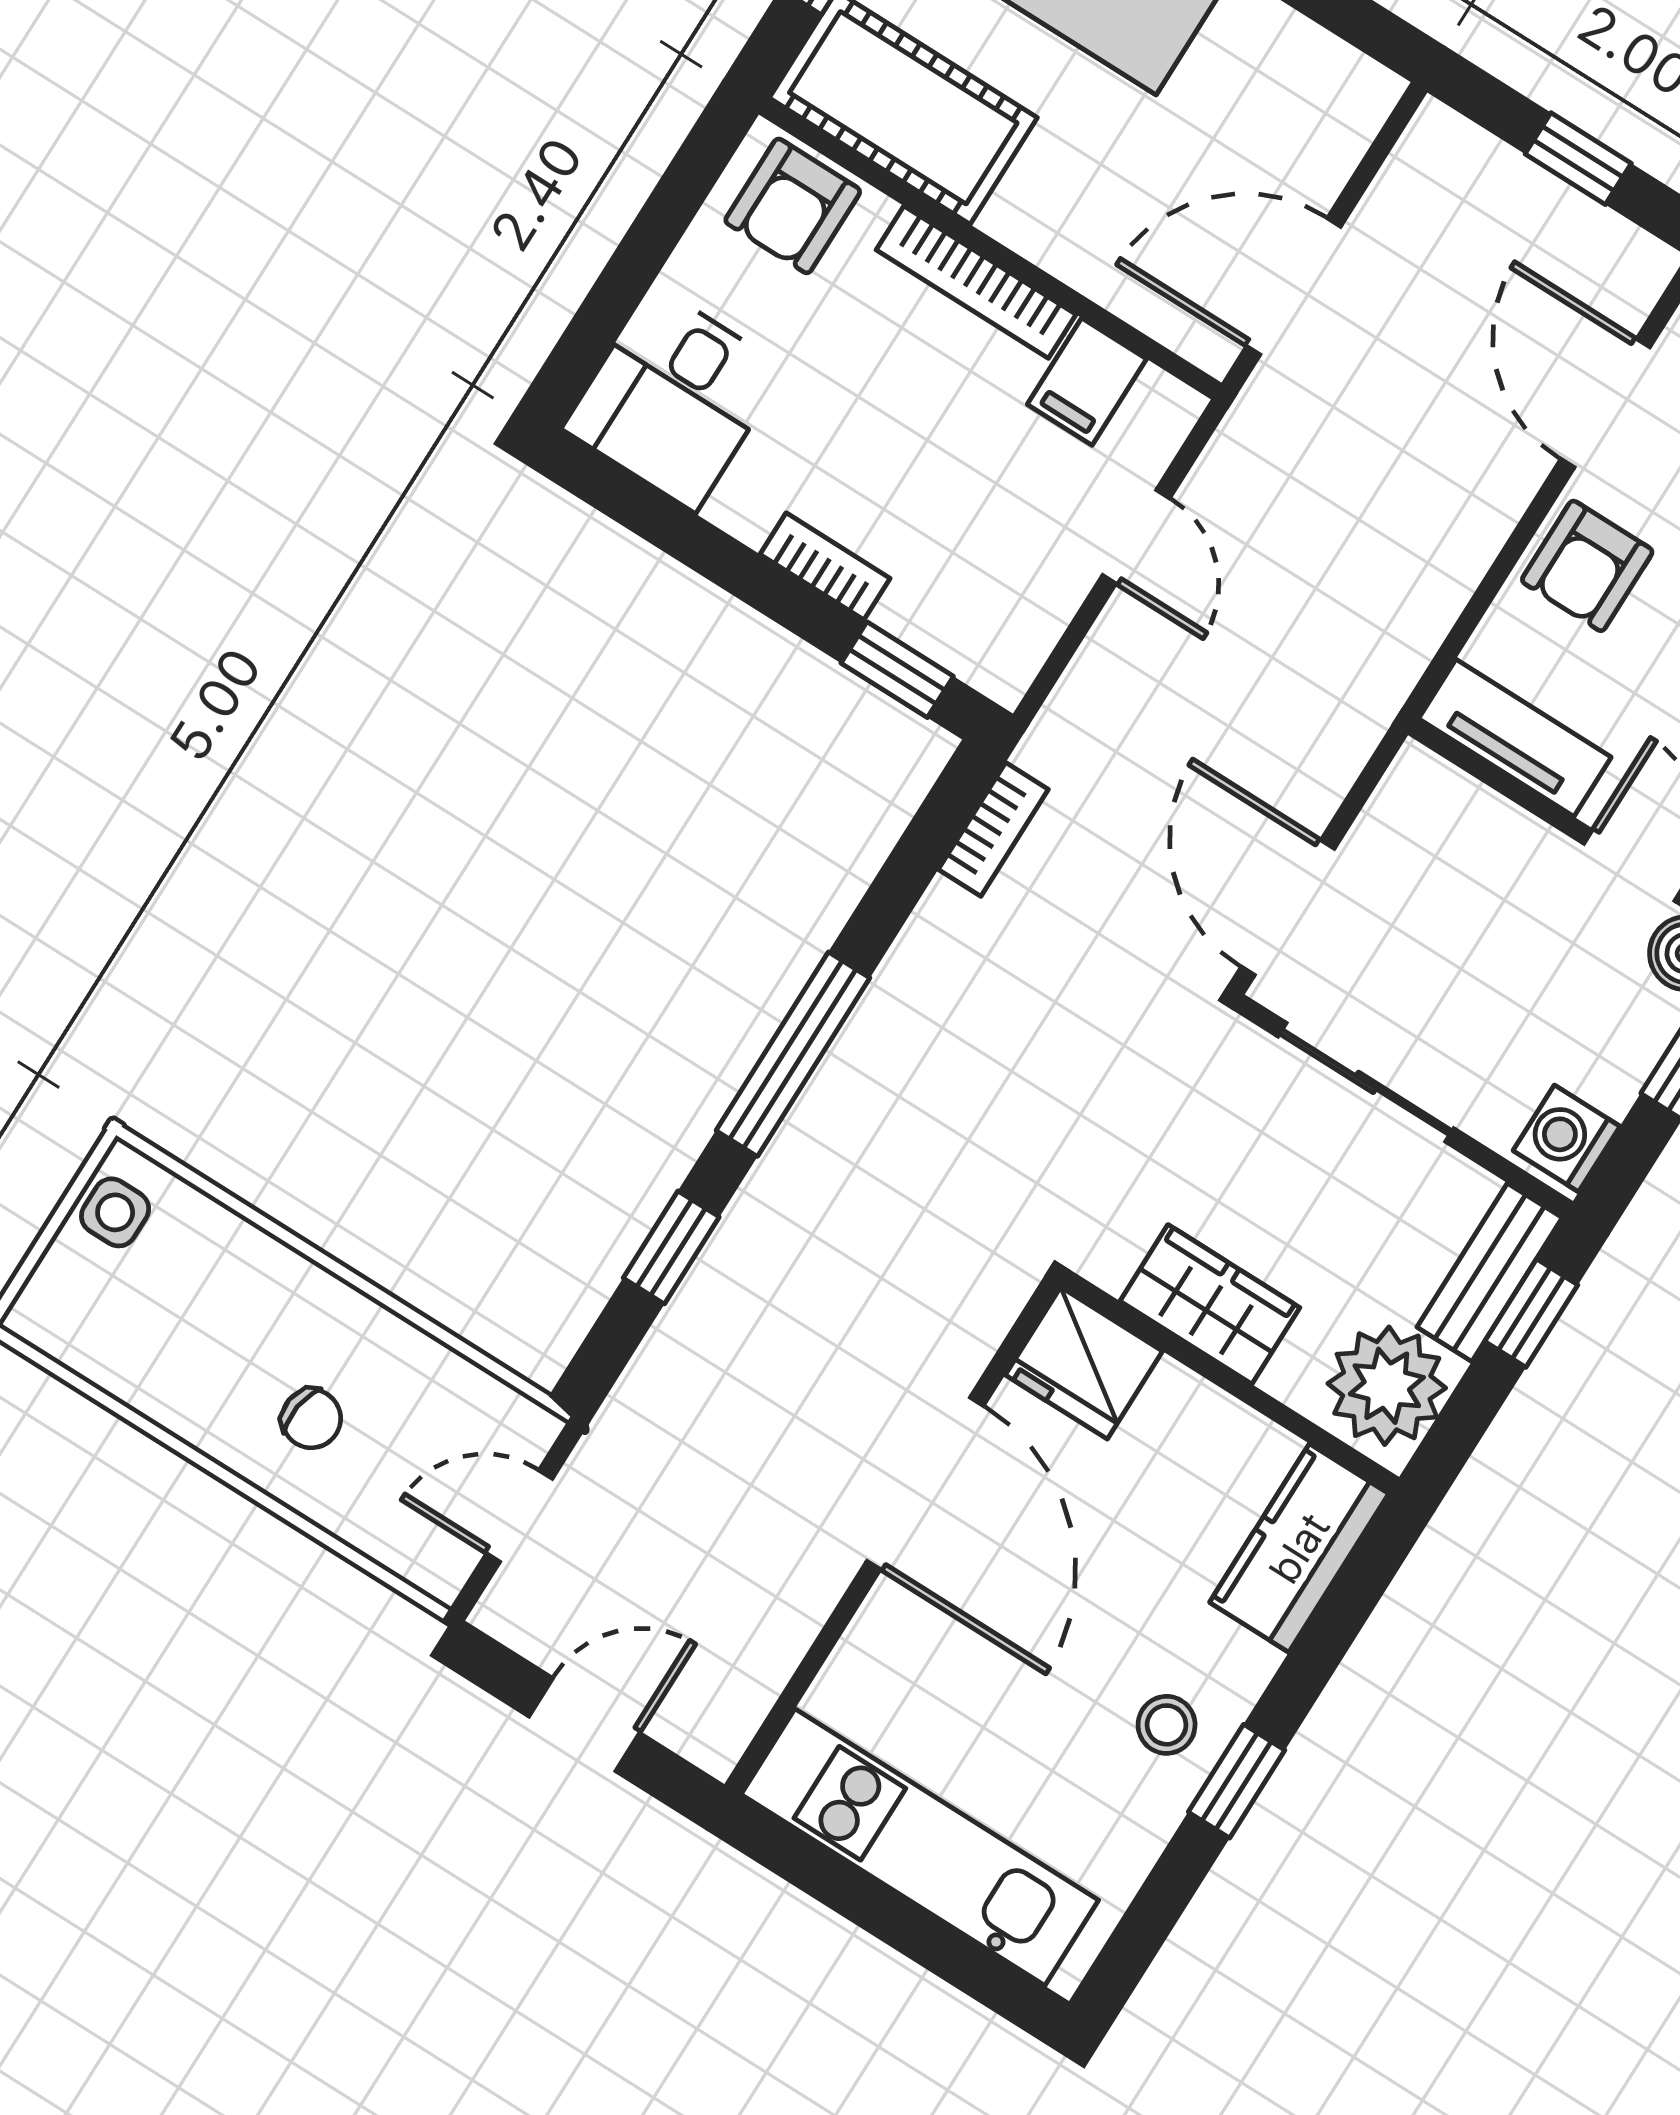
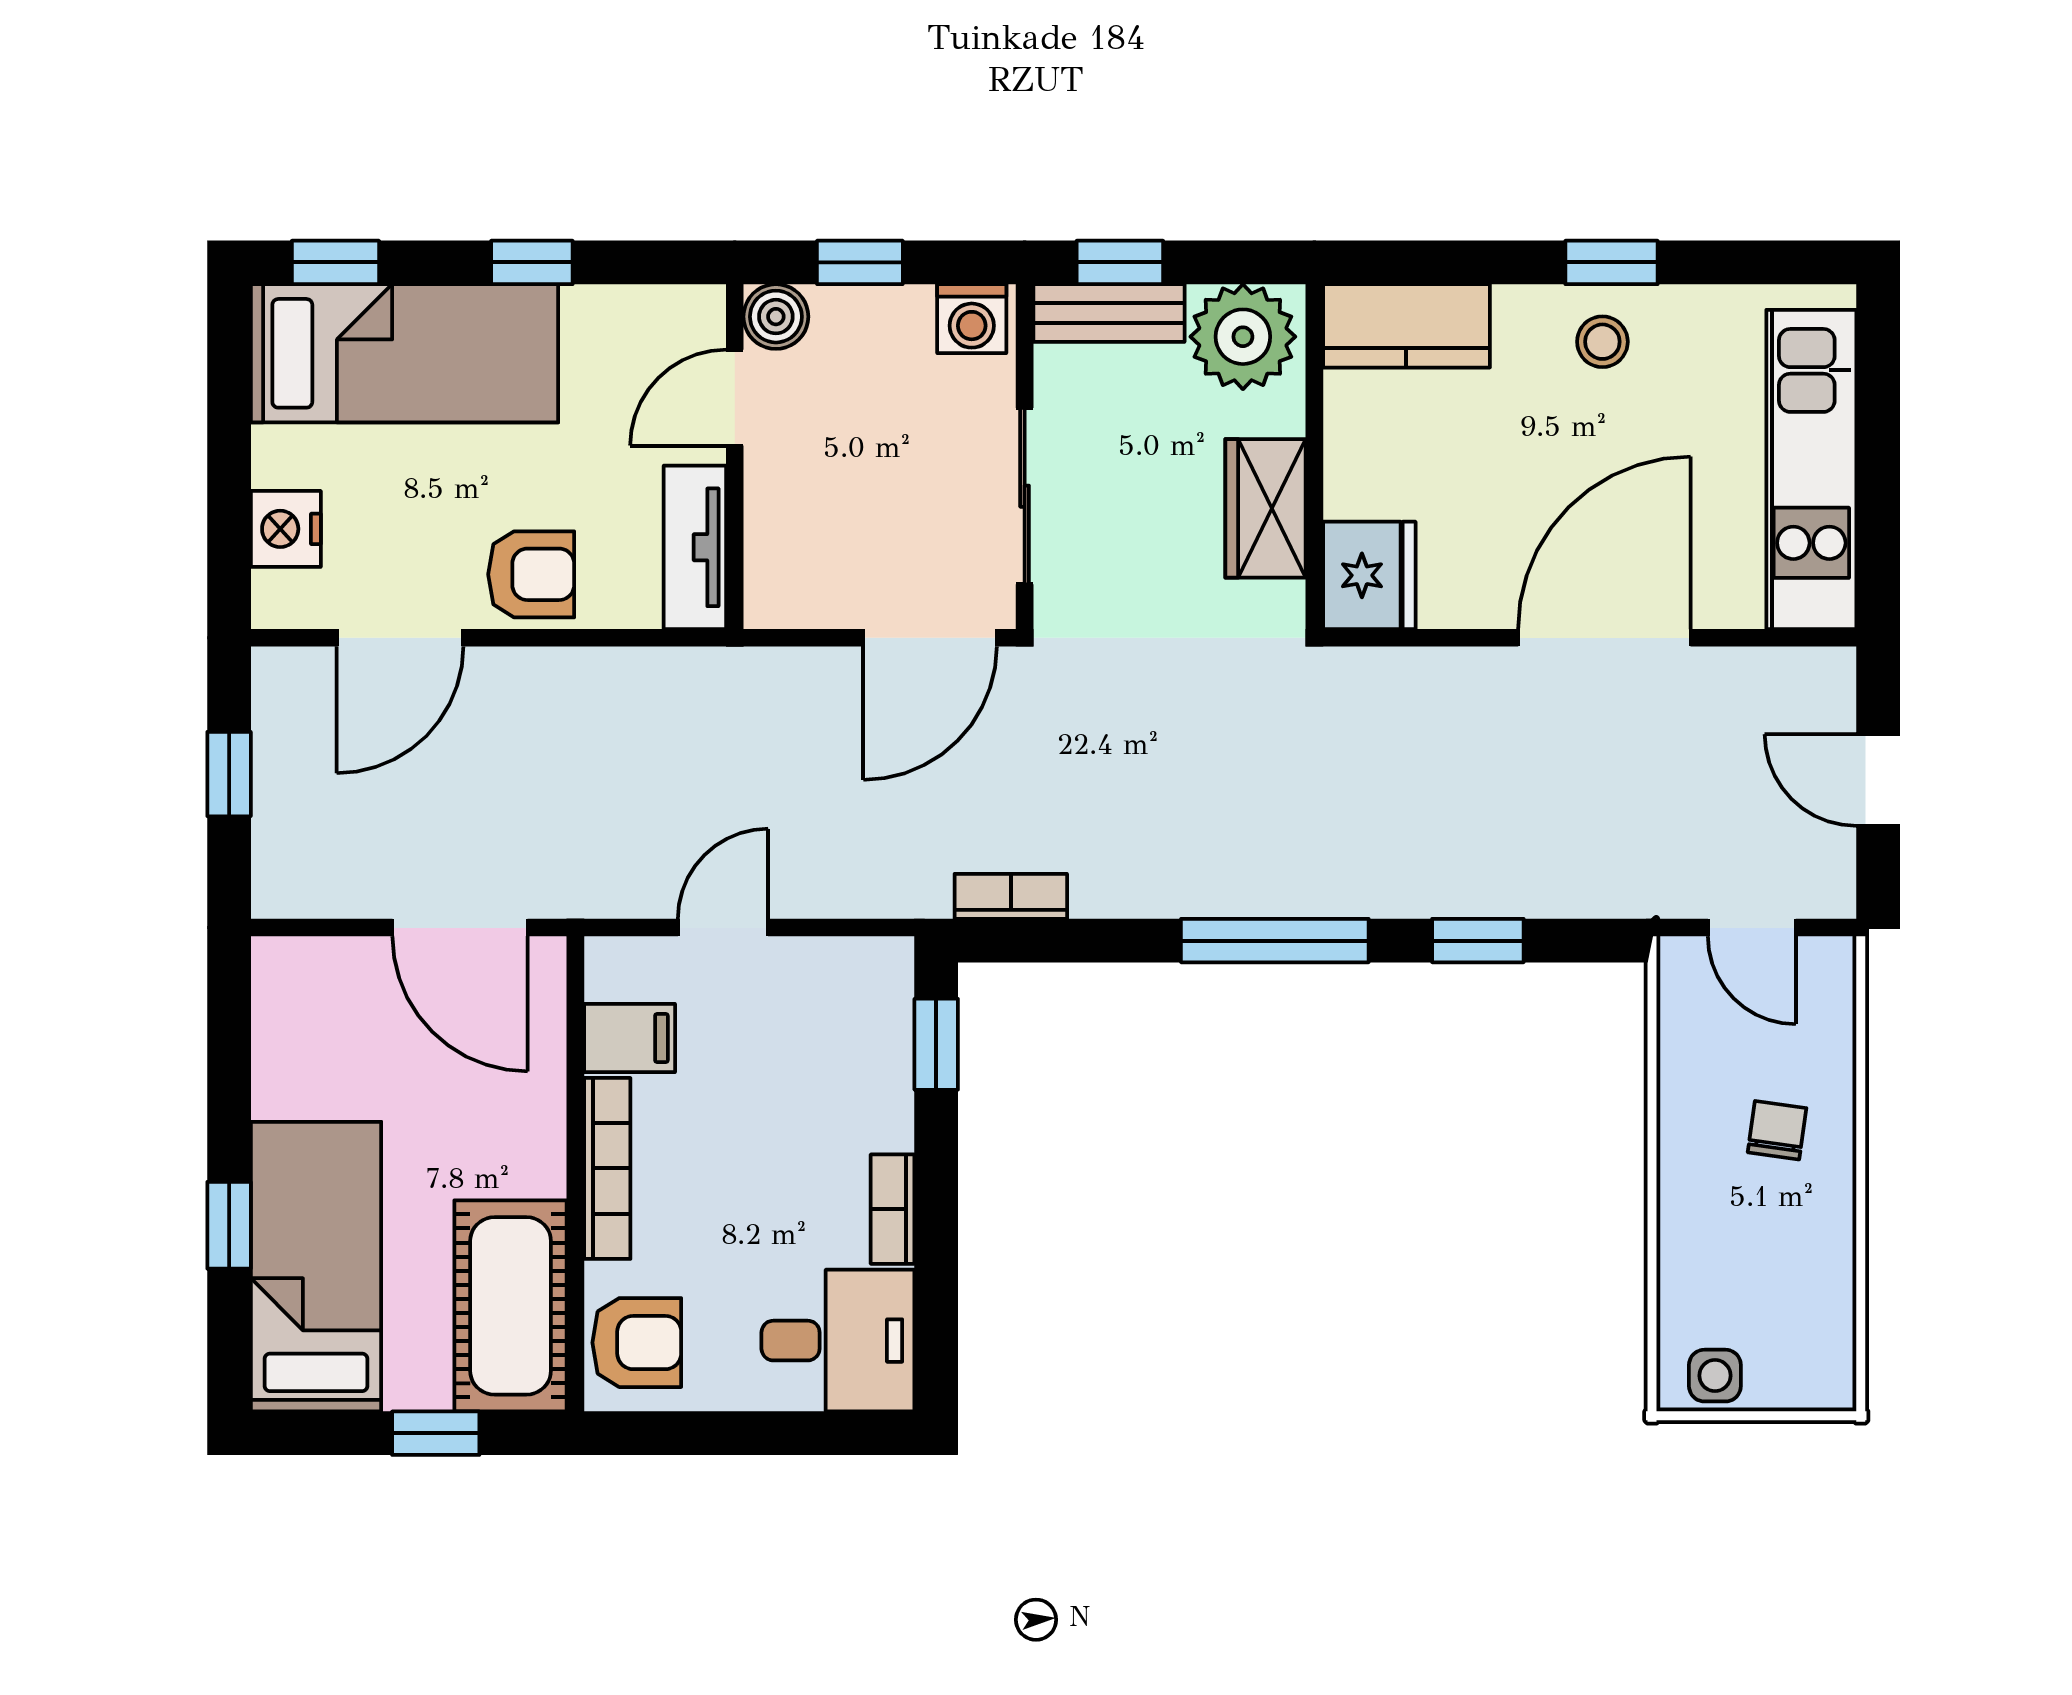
bookcase: (825, 566) -> (893, 1209), moved
door: (925, 1483) -> (1604, 638), moved

